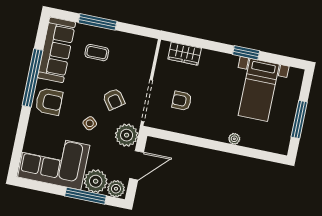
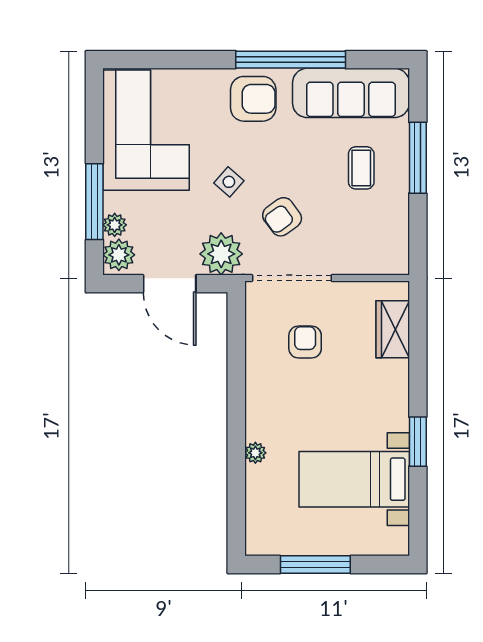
armchair: (49, 102) -> (253, 99), turned -90
plant: (96, 181) -> (115, 225), width x0.53, depth x0.53

